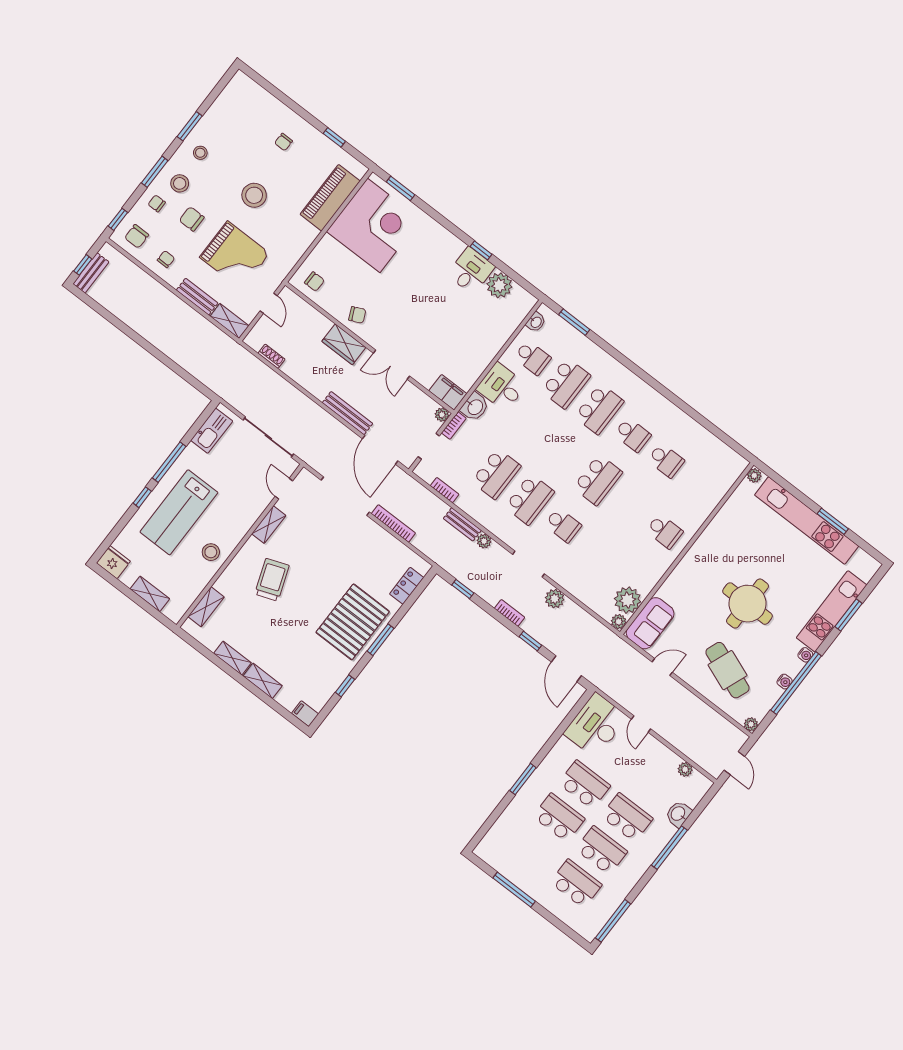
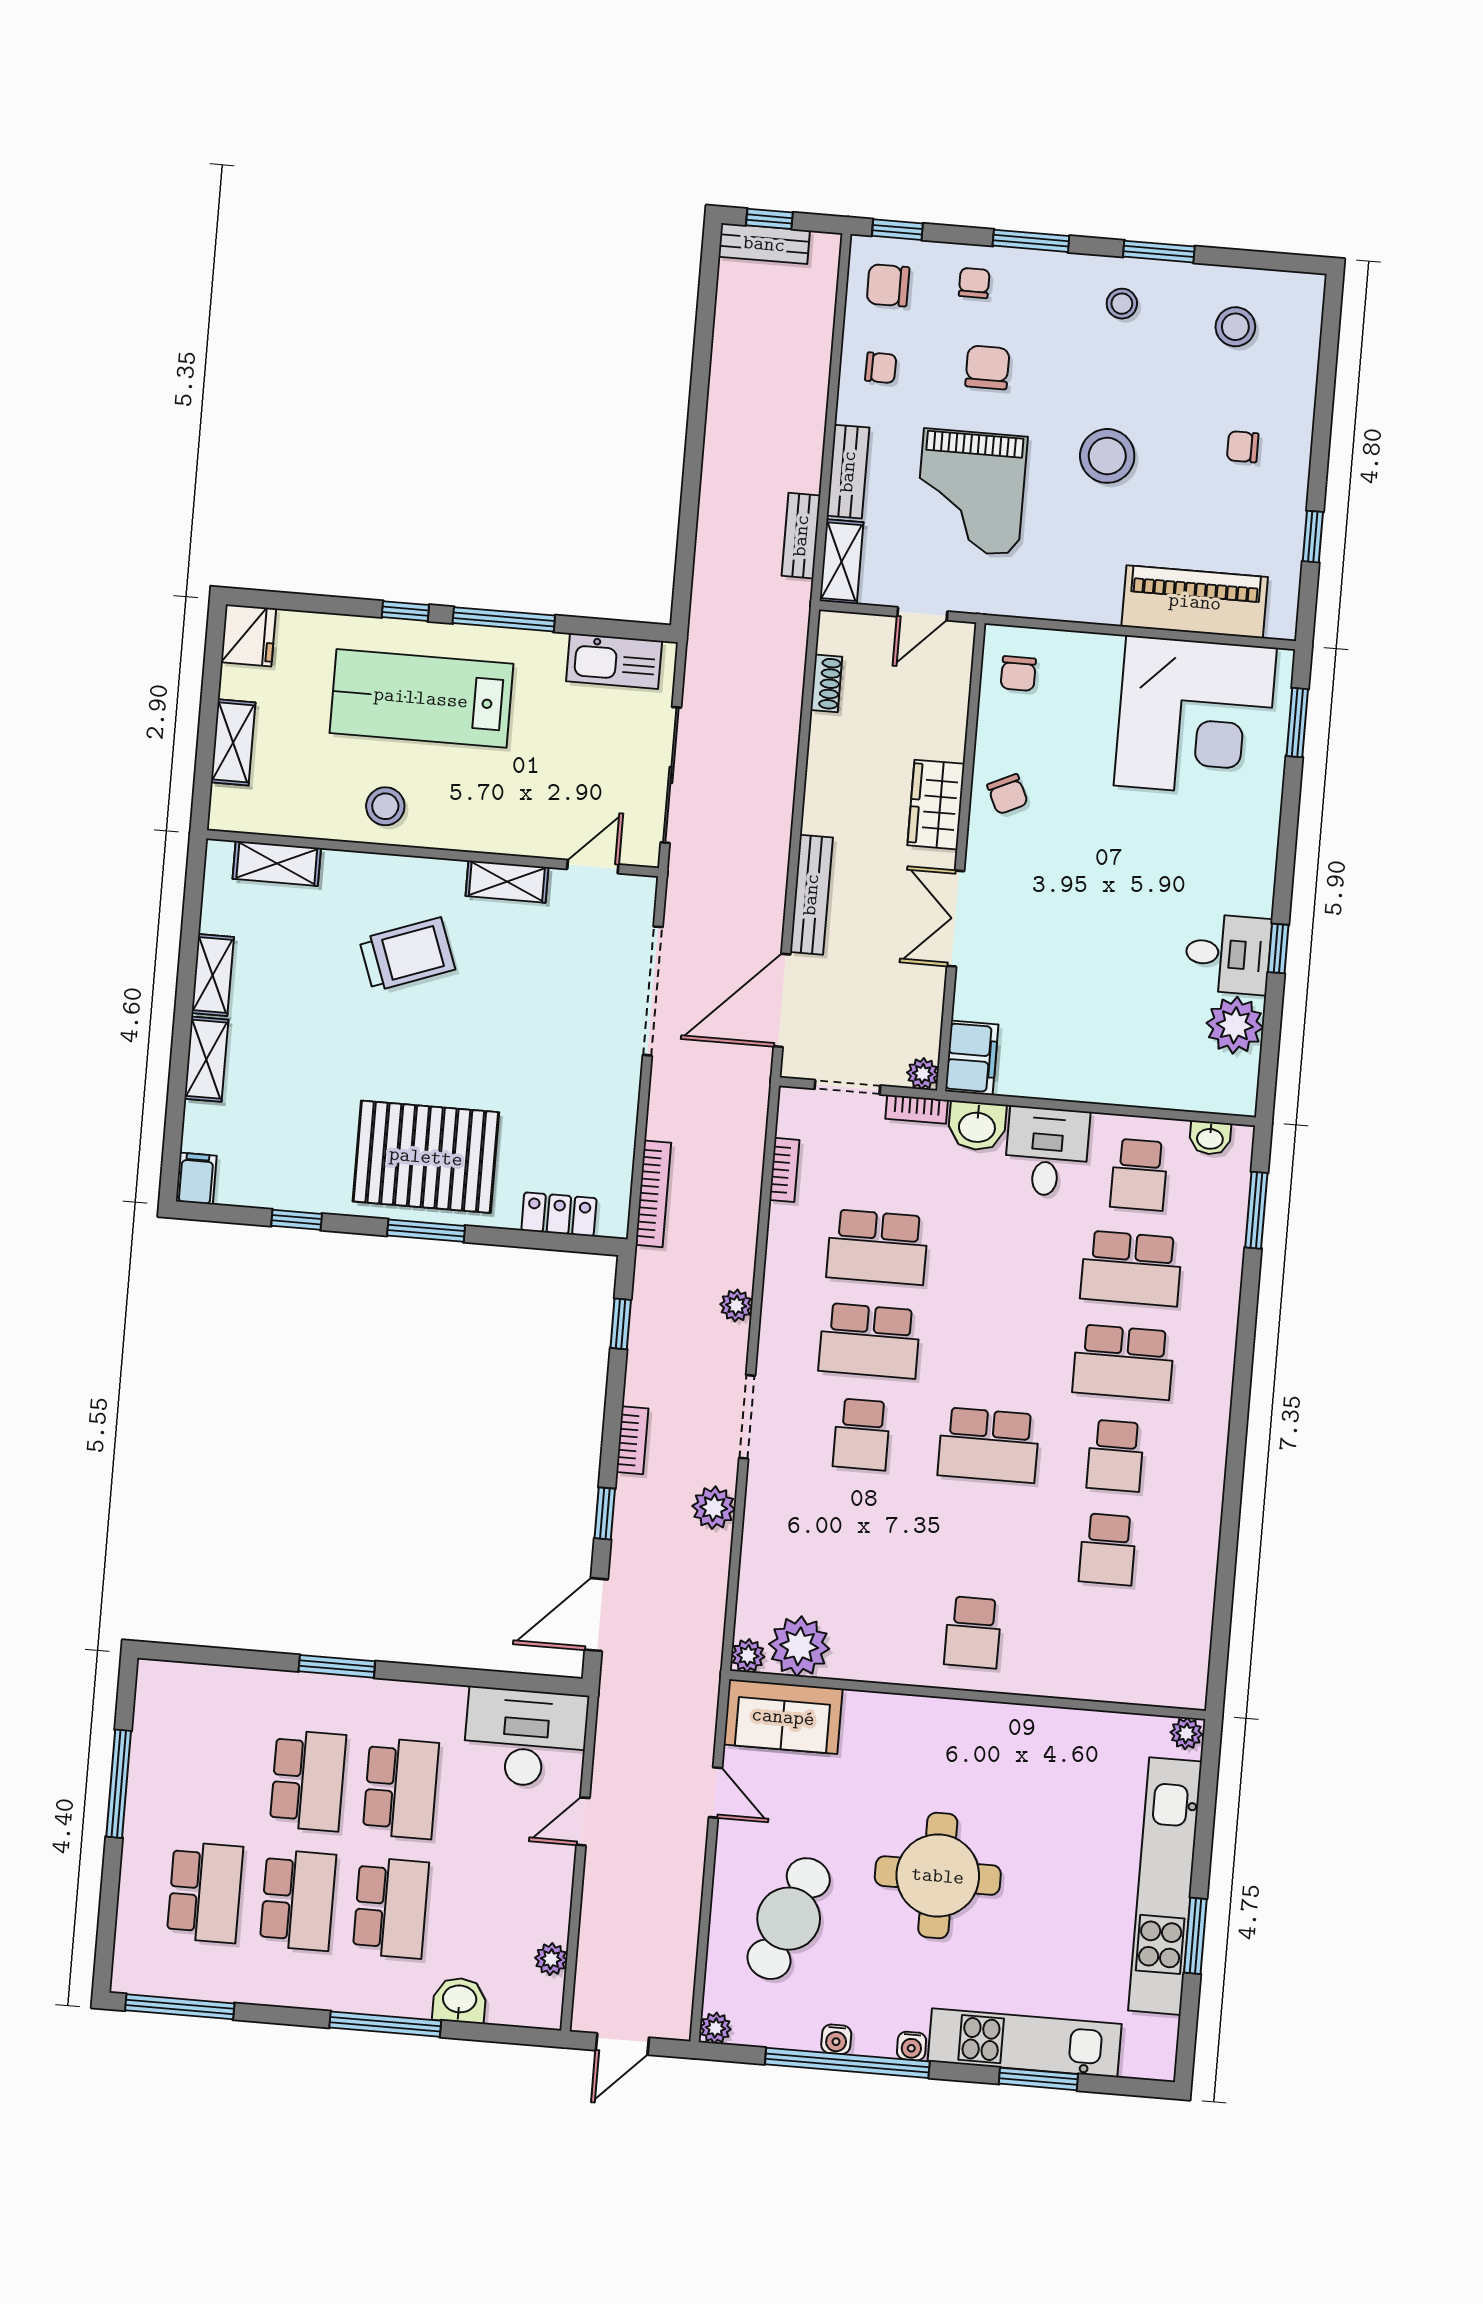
stool: (180, 183) -> (1235, 327), moved
bookcase: (393, 523) -> (653, 1194), moved
bench: (462, 524) -> (801, 536), moved

